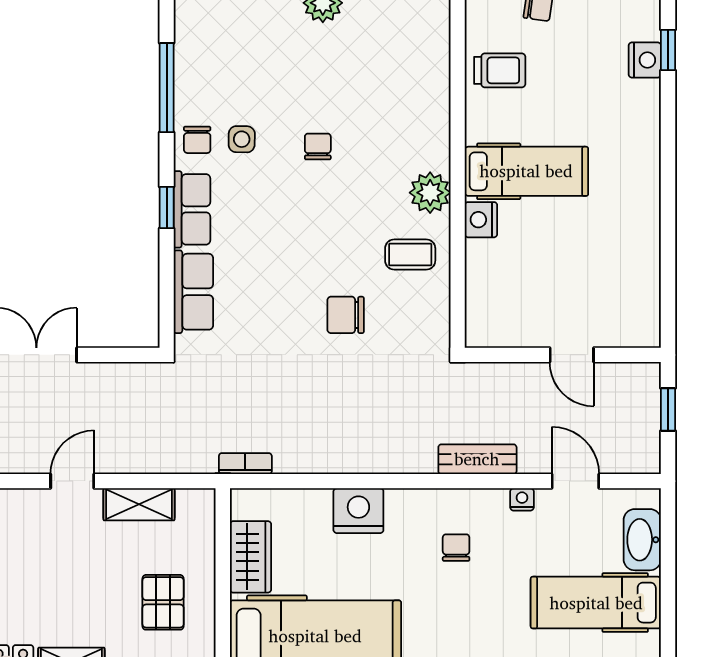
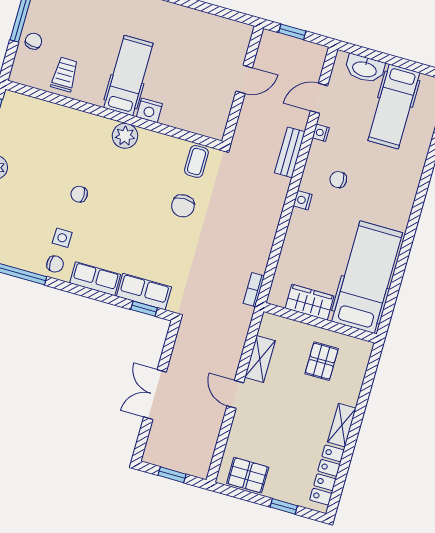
window: (167, 207) -> (144, 309), moved
coffee table: (410, 254) -> (196, 161), moved
nightstand: (358, 511) -> (303, 200), moved, width x0.53, depth x0.56
pallet: (163, 602) -> (322, 361), turned 90

